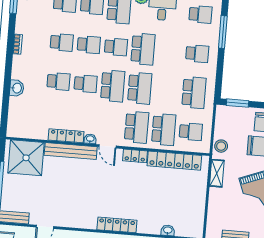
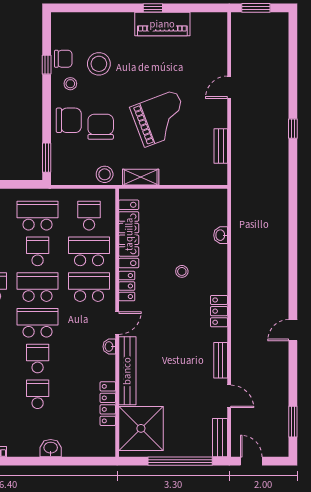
school desk: (167, 90) -> (38, 251), added
locker: (66, 136) -> (108, 404), moved
stool: (143, 199) -> (182, 271), added
bench: (73, 223) -> (221, 360), added
locker: (117, 225) -> (219, 311), width x0.66

